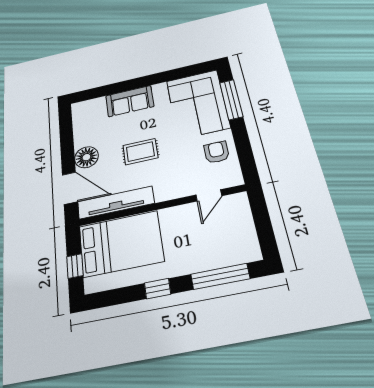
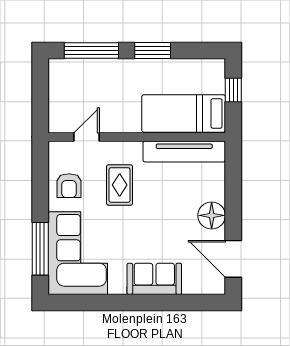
rug: (140, 152) -> (120, 185), moved, turned 90
door: (70, 188) -> (233, 259), moved
bed: (121, 244) -> (184, 114), width x0.67
window: (158, 289) -> (153, 50), width x1.50

